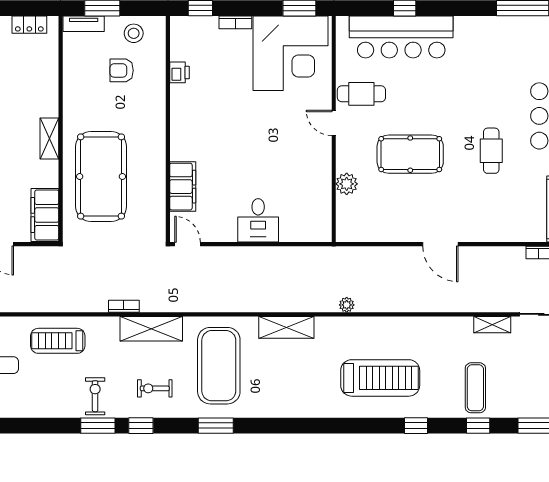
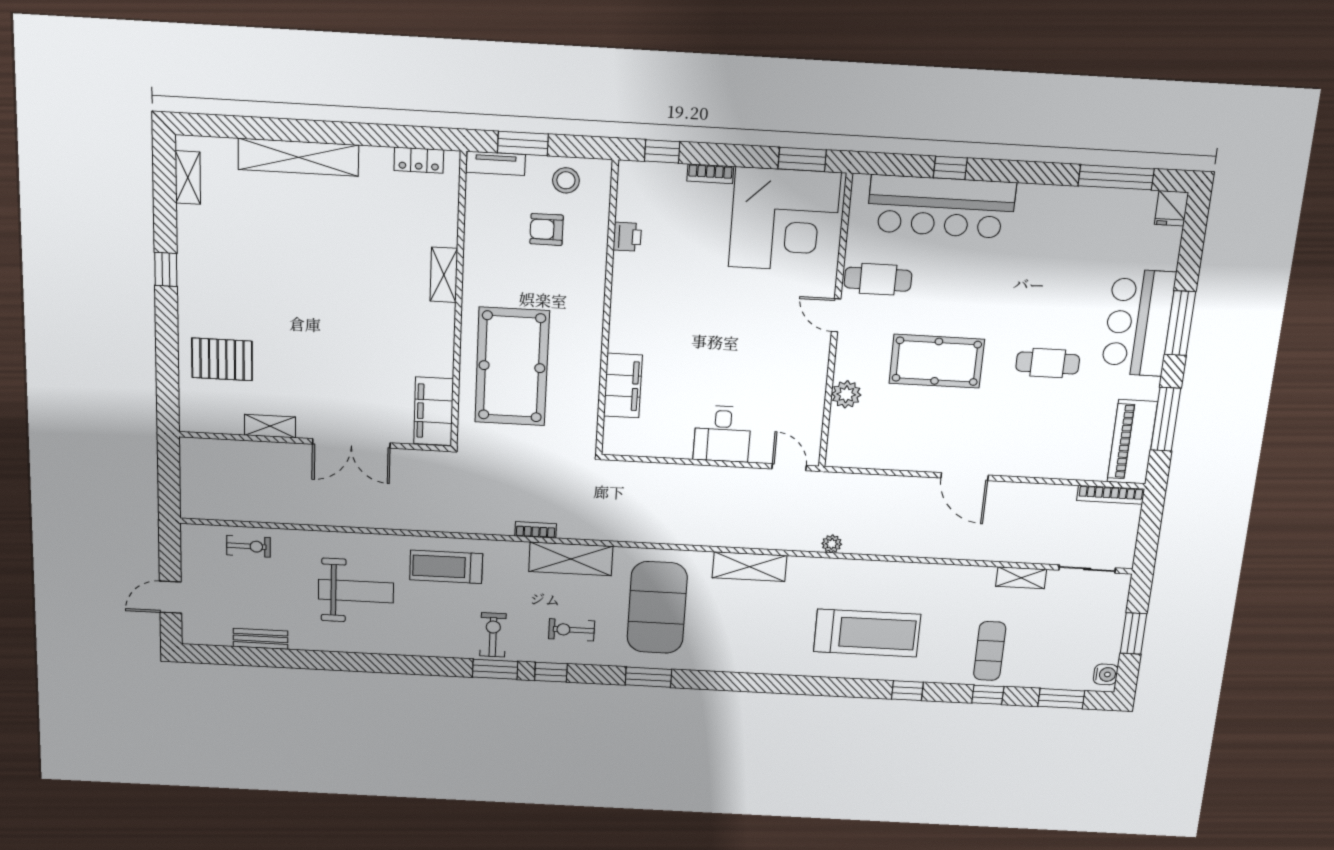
shelving: (49, 139) -> (444, 275), moved
cafe table: (491, 151) -> (1048, 363), turned 90
door: (188, 244) -> (789, 467), moved

